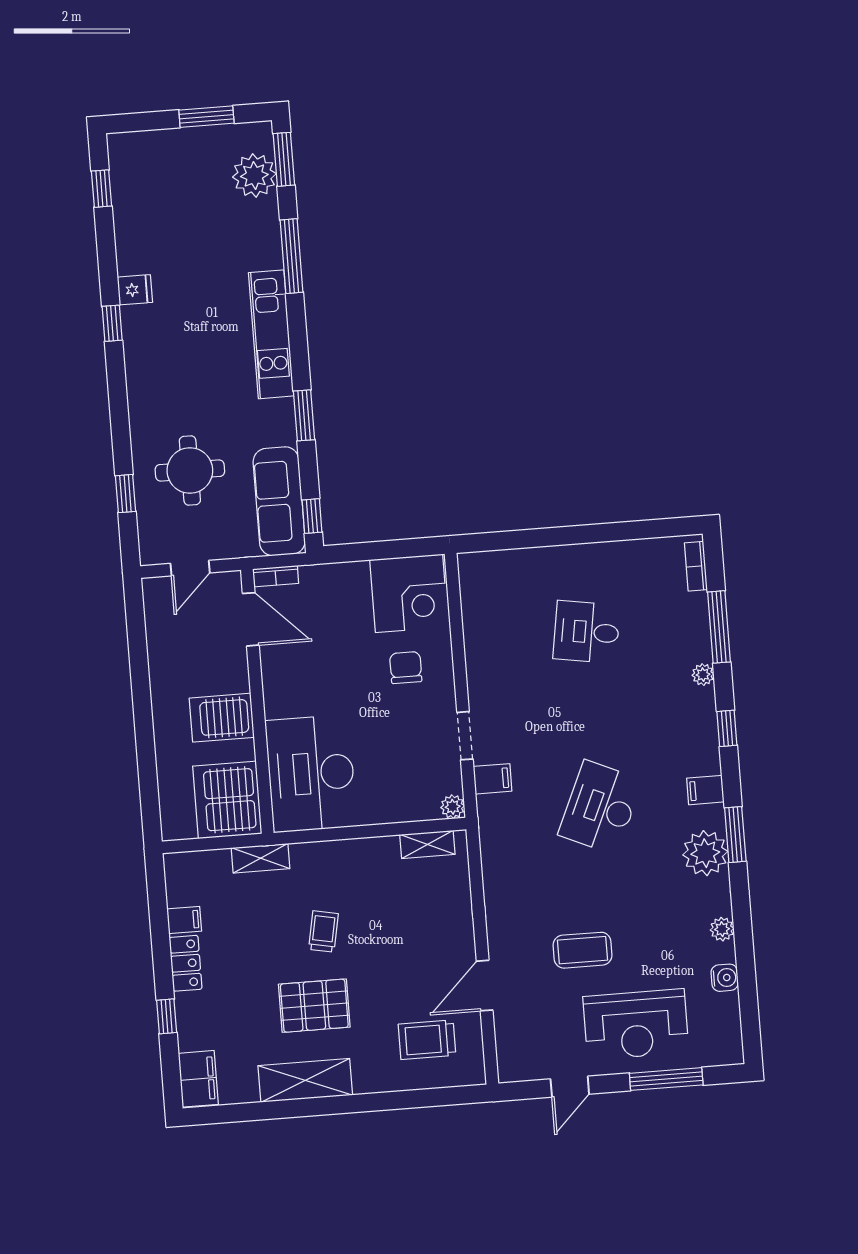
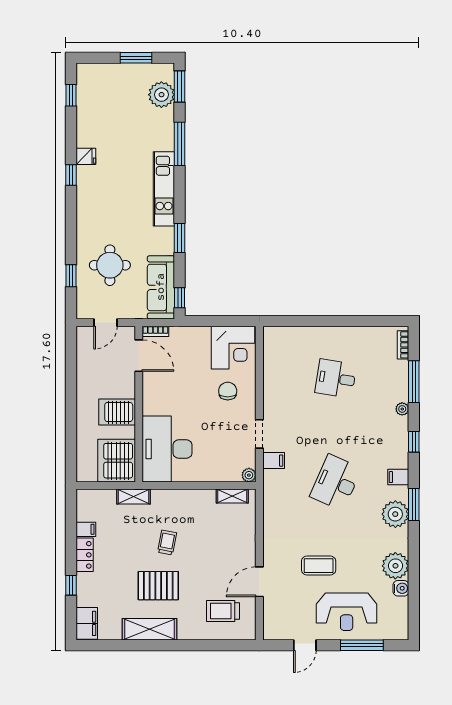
plant: (722, 929) -> (395, 566), width x1.88, depth x1.88

